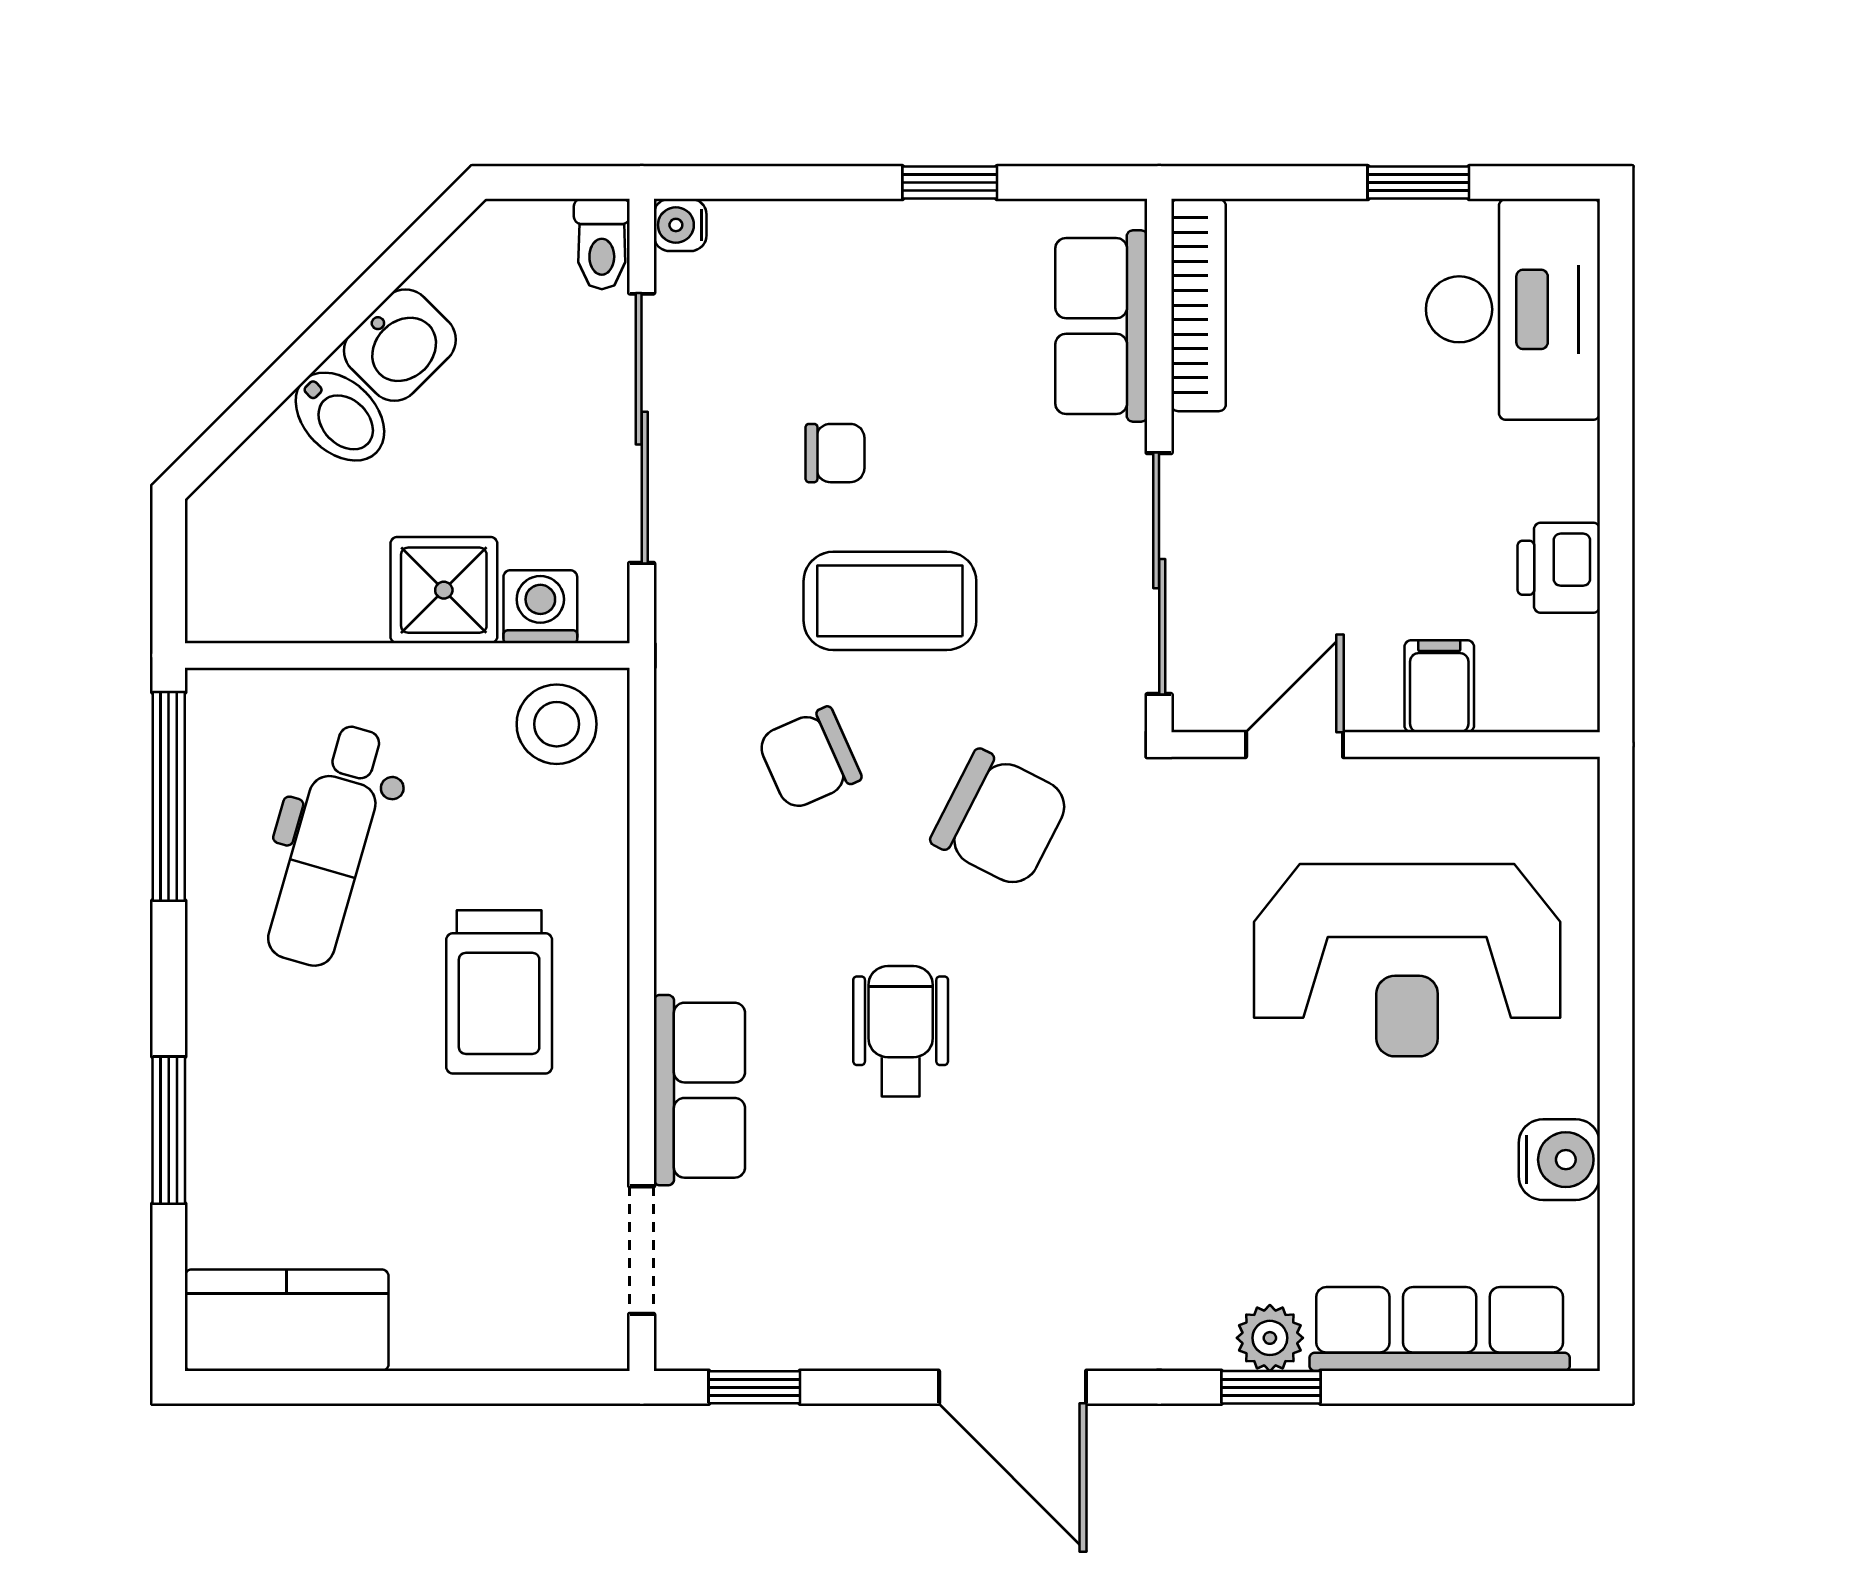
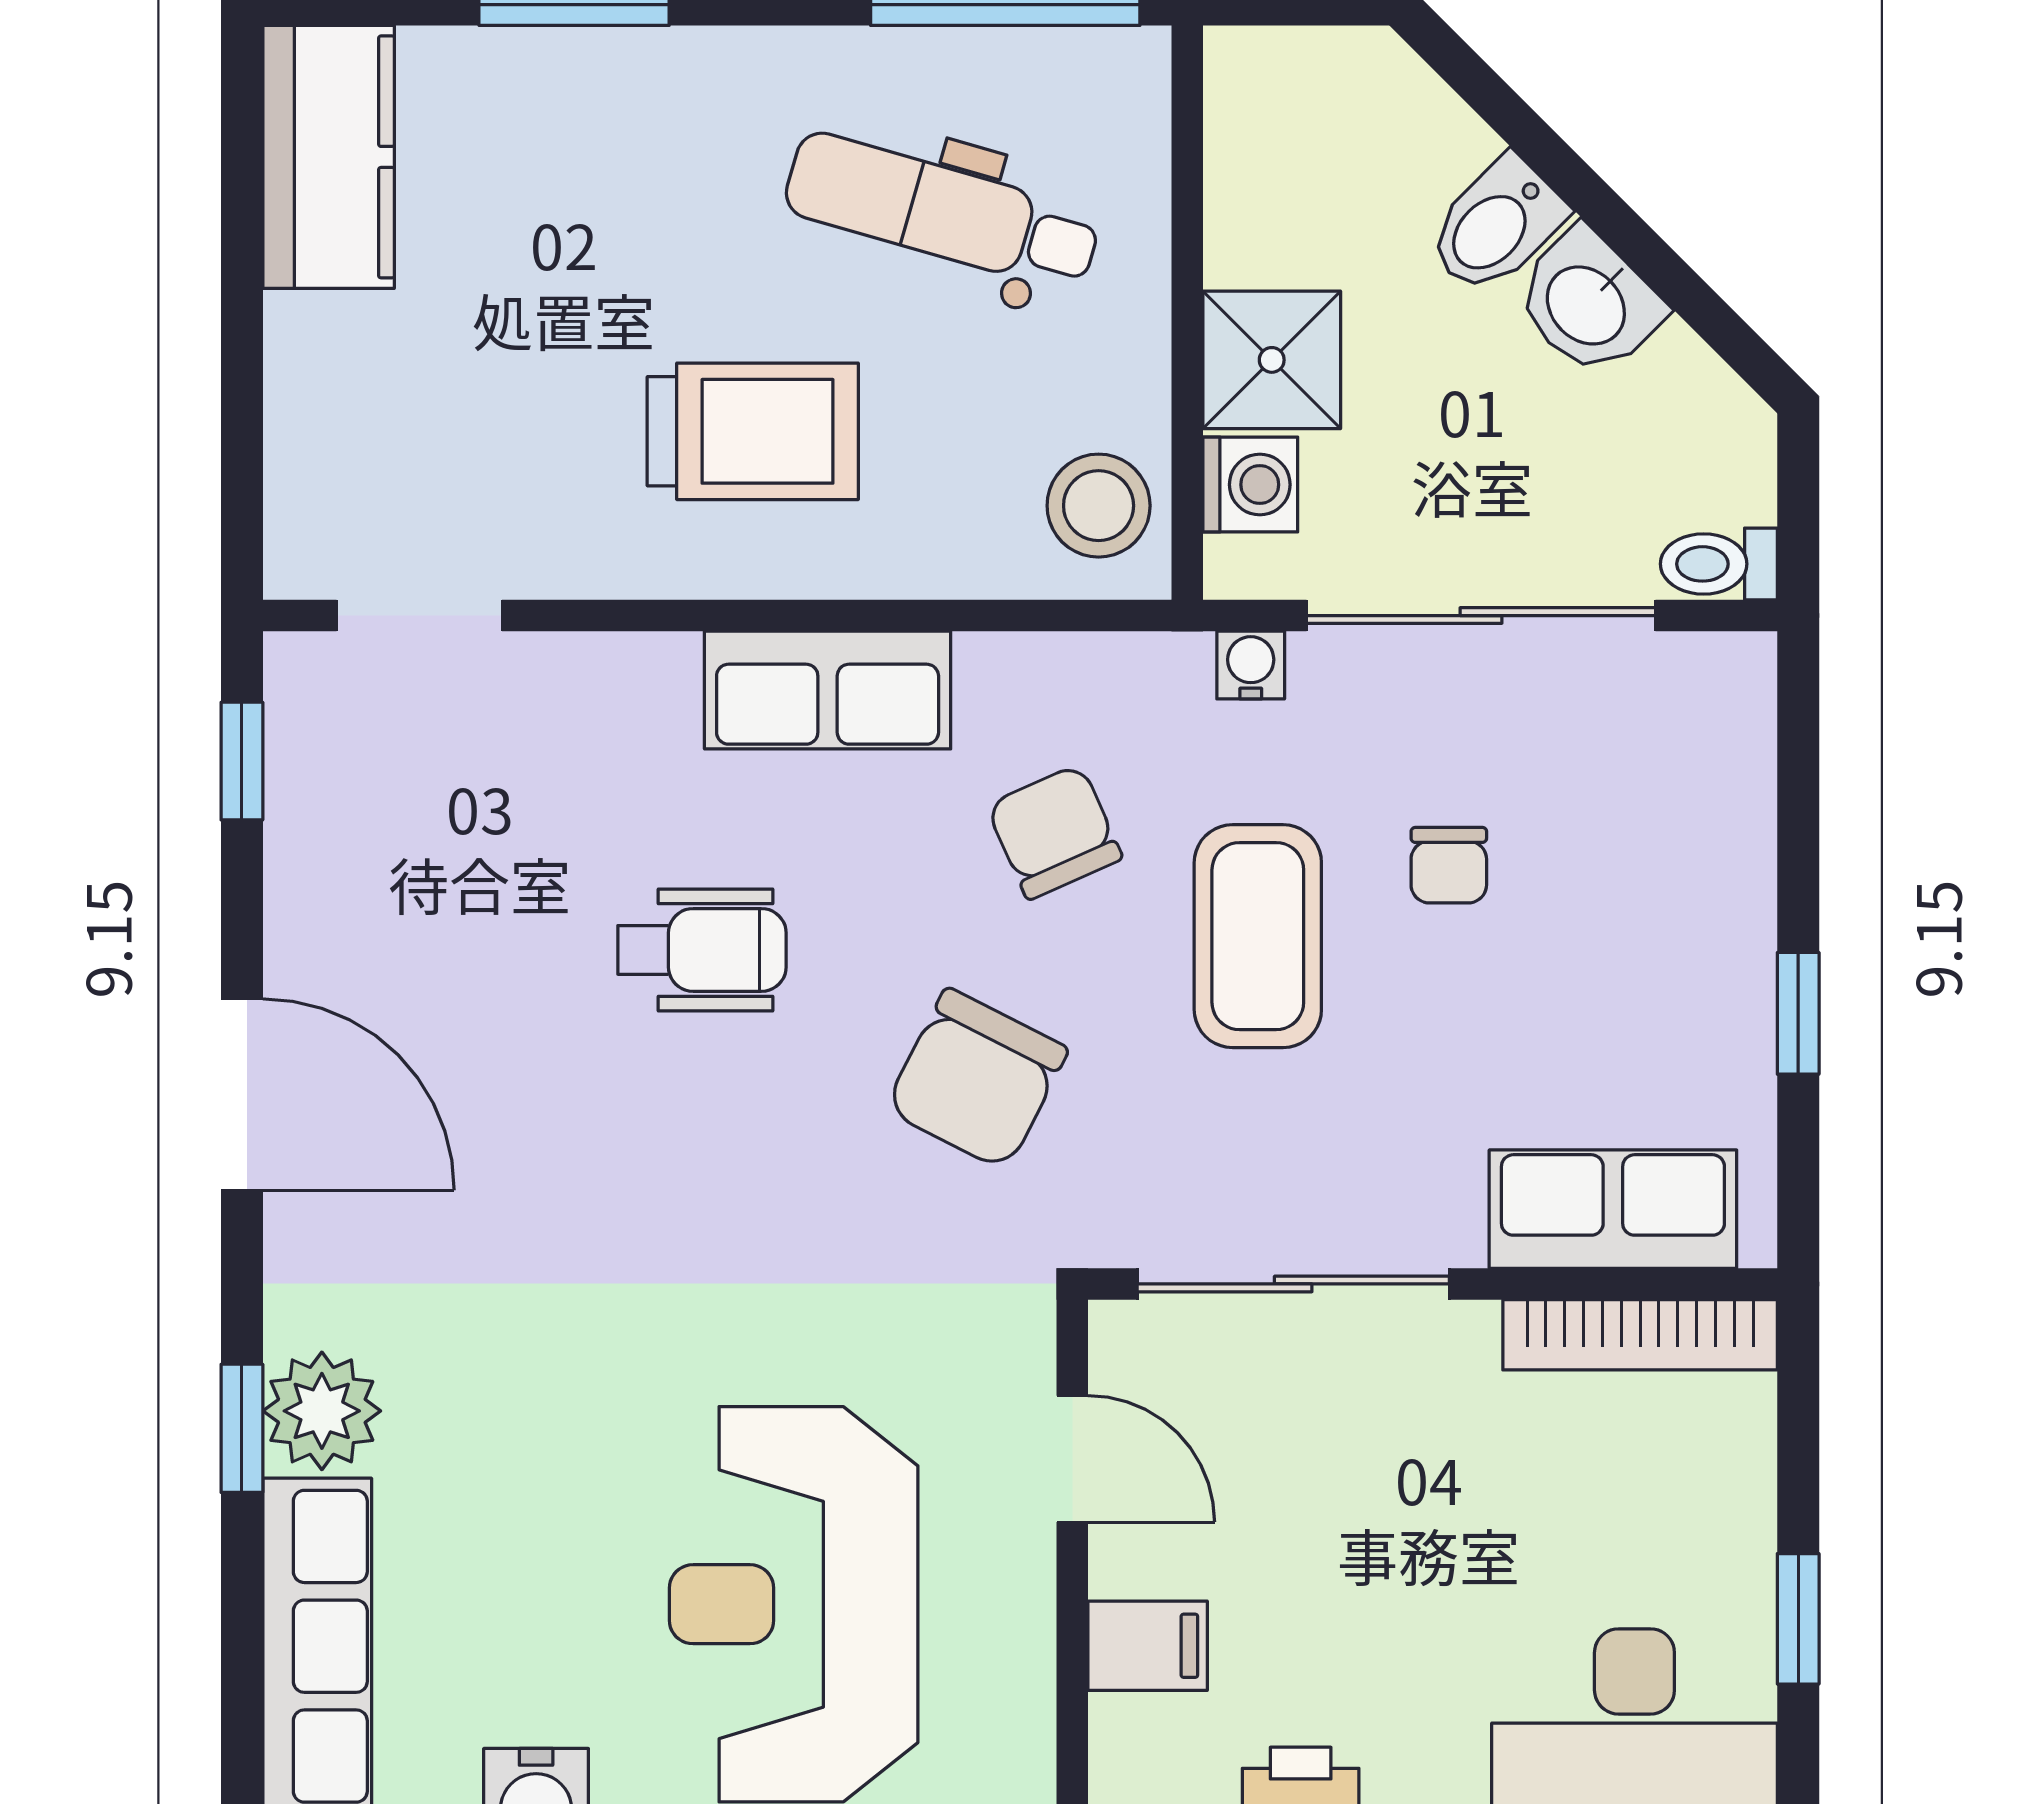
water cooler: (680, 225) -> (1251, 665), moved
trolley: (499, 992) -> (753, 431), turned 180
row of seats: (699, 1090) -> (828, 690), moved
plant: (1270, 1338) -> (322, 1411), width x1.38, depth x1.38
door: (1013, 1387) -> (242, 1095), swing flipped

